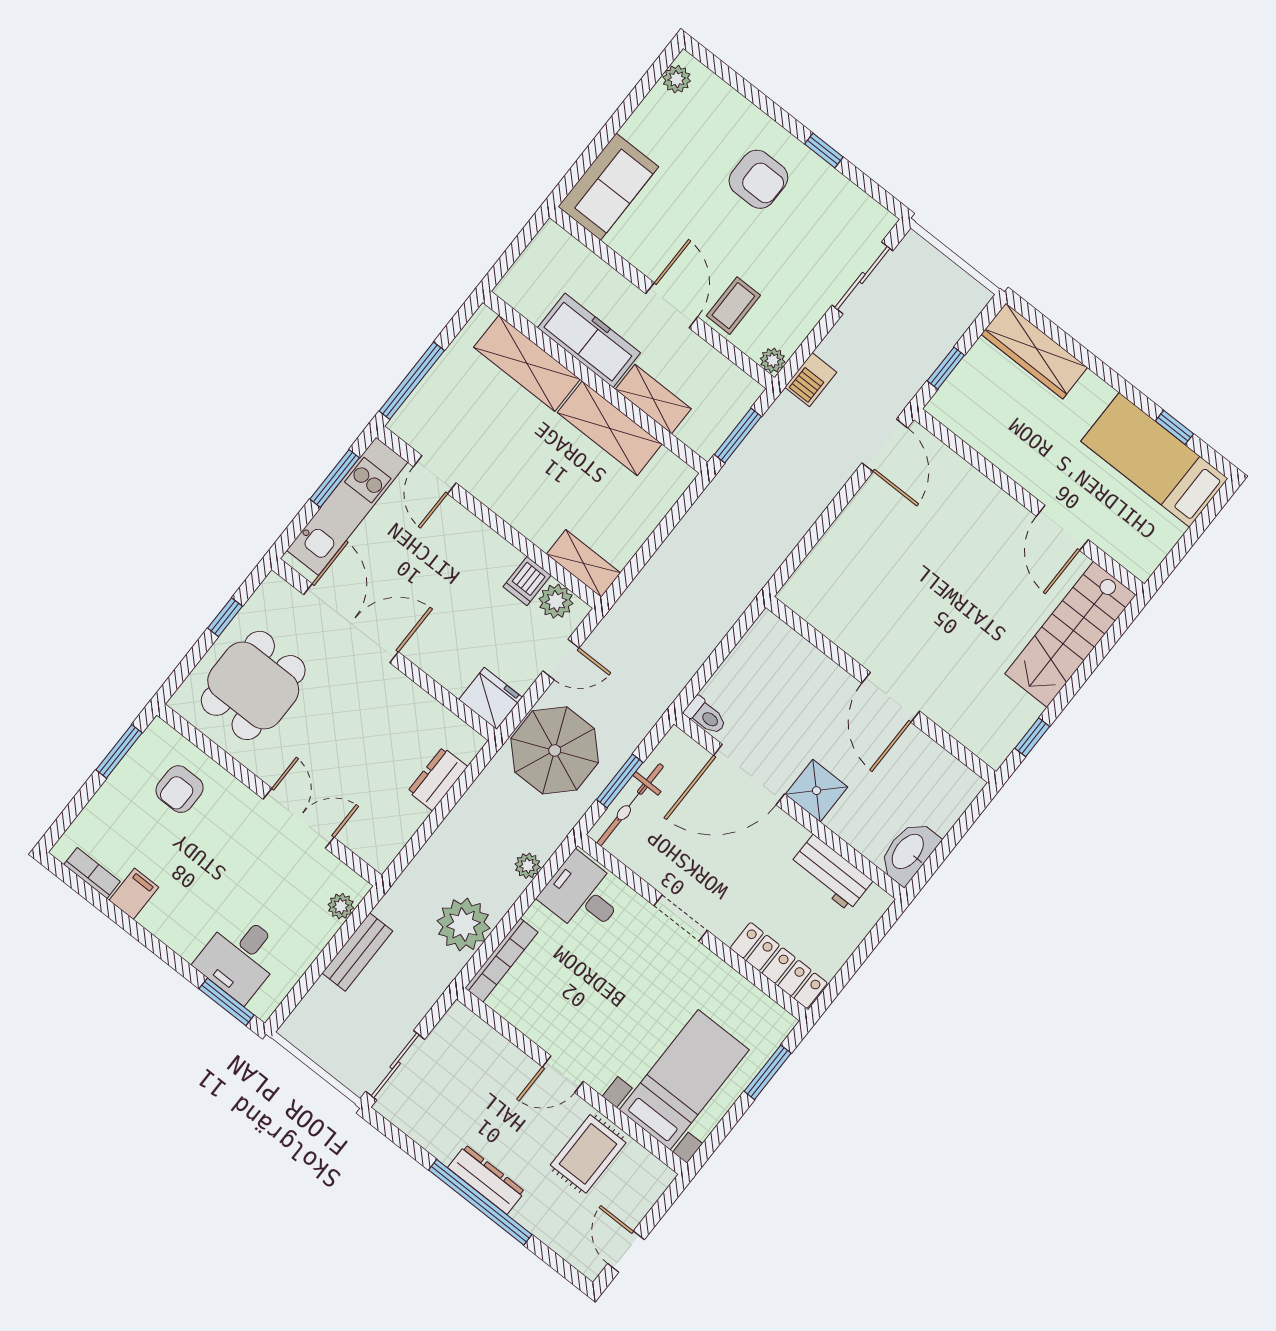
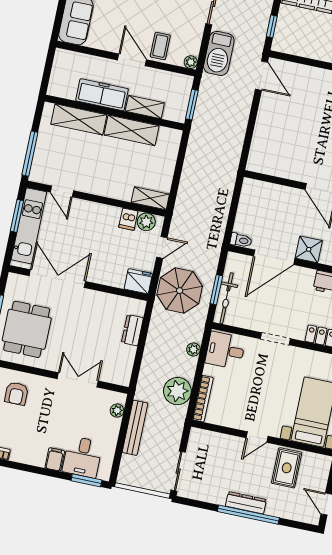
barbecue: (811, 380) -> (219, 53), width x1.88, depth x1.53
filing cabinet: (134, 894) -> (55, 459), moved
bench: (357, 952) -> (135, 428), width x1.36

